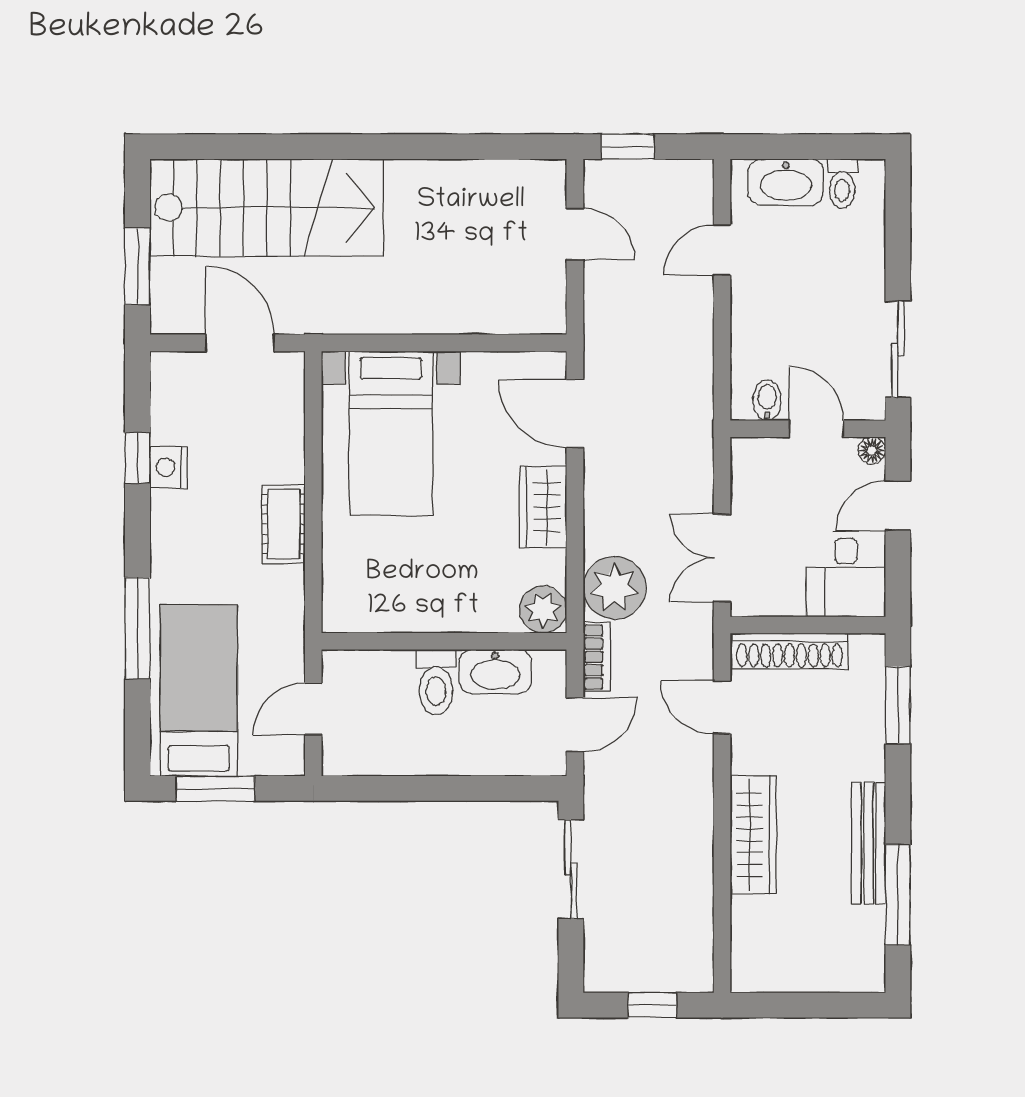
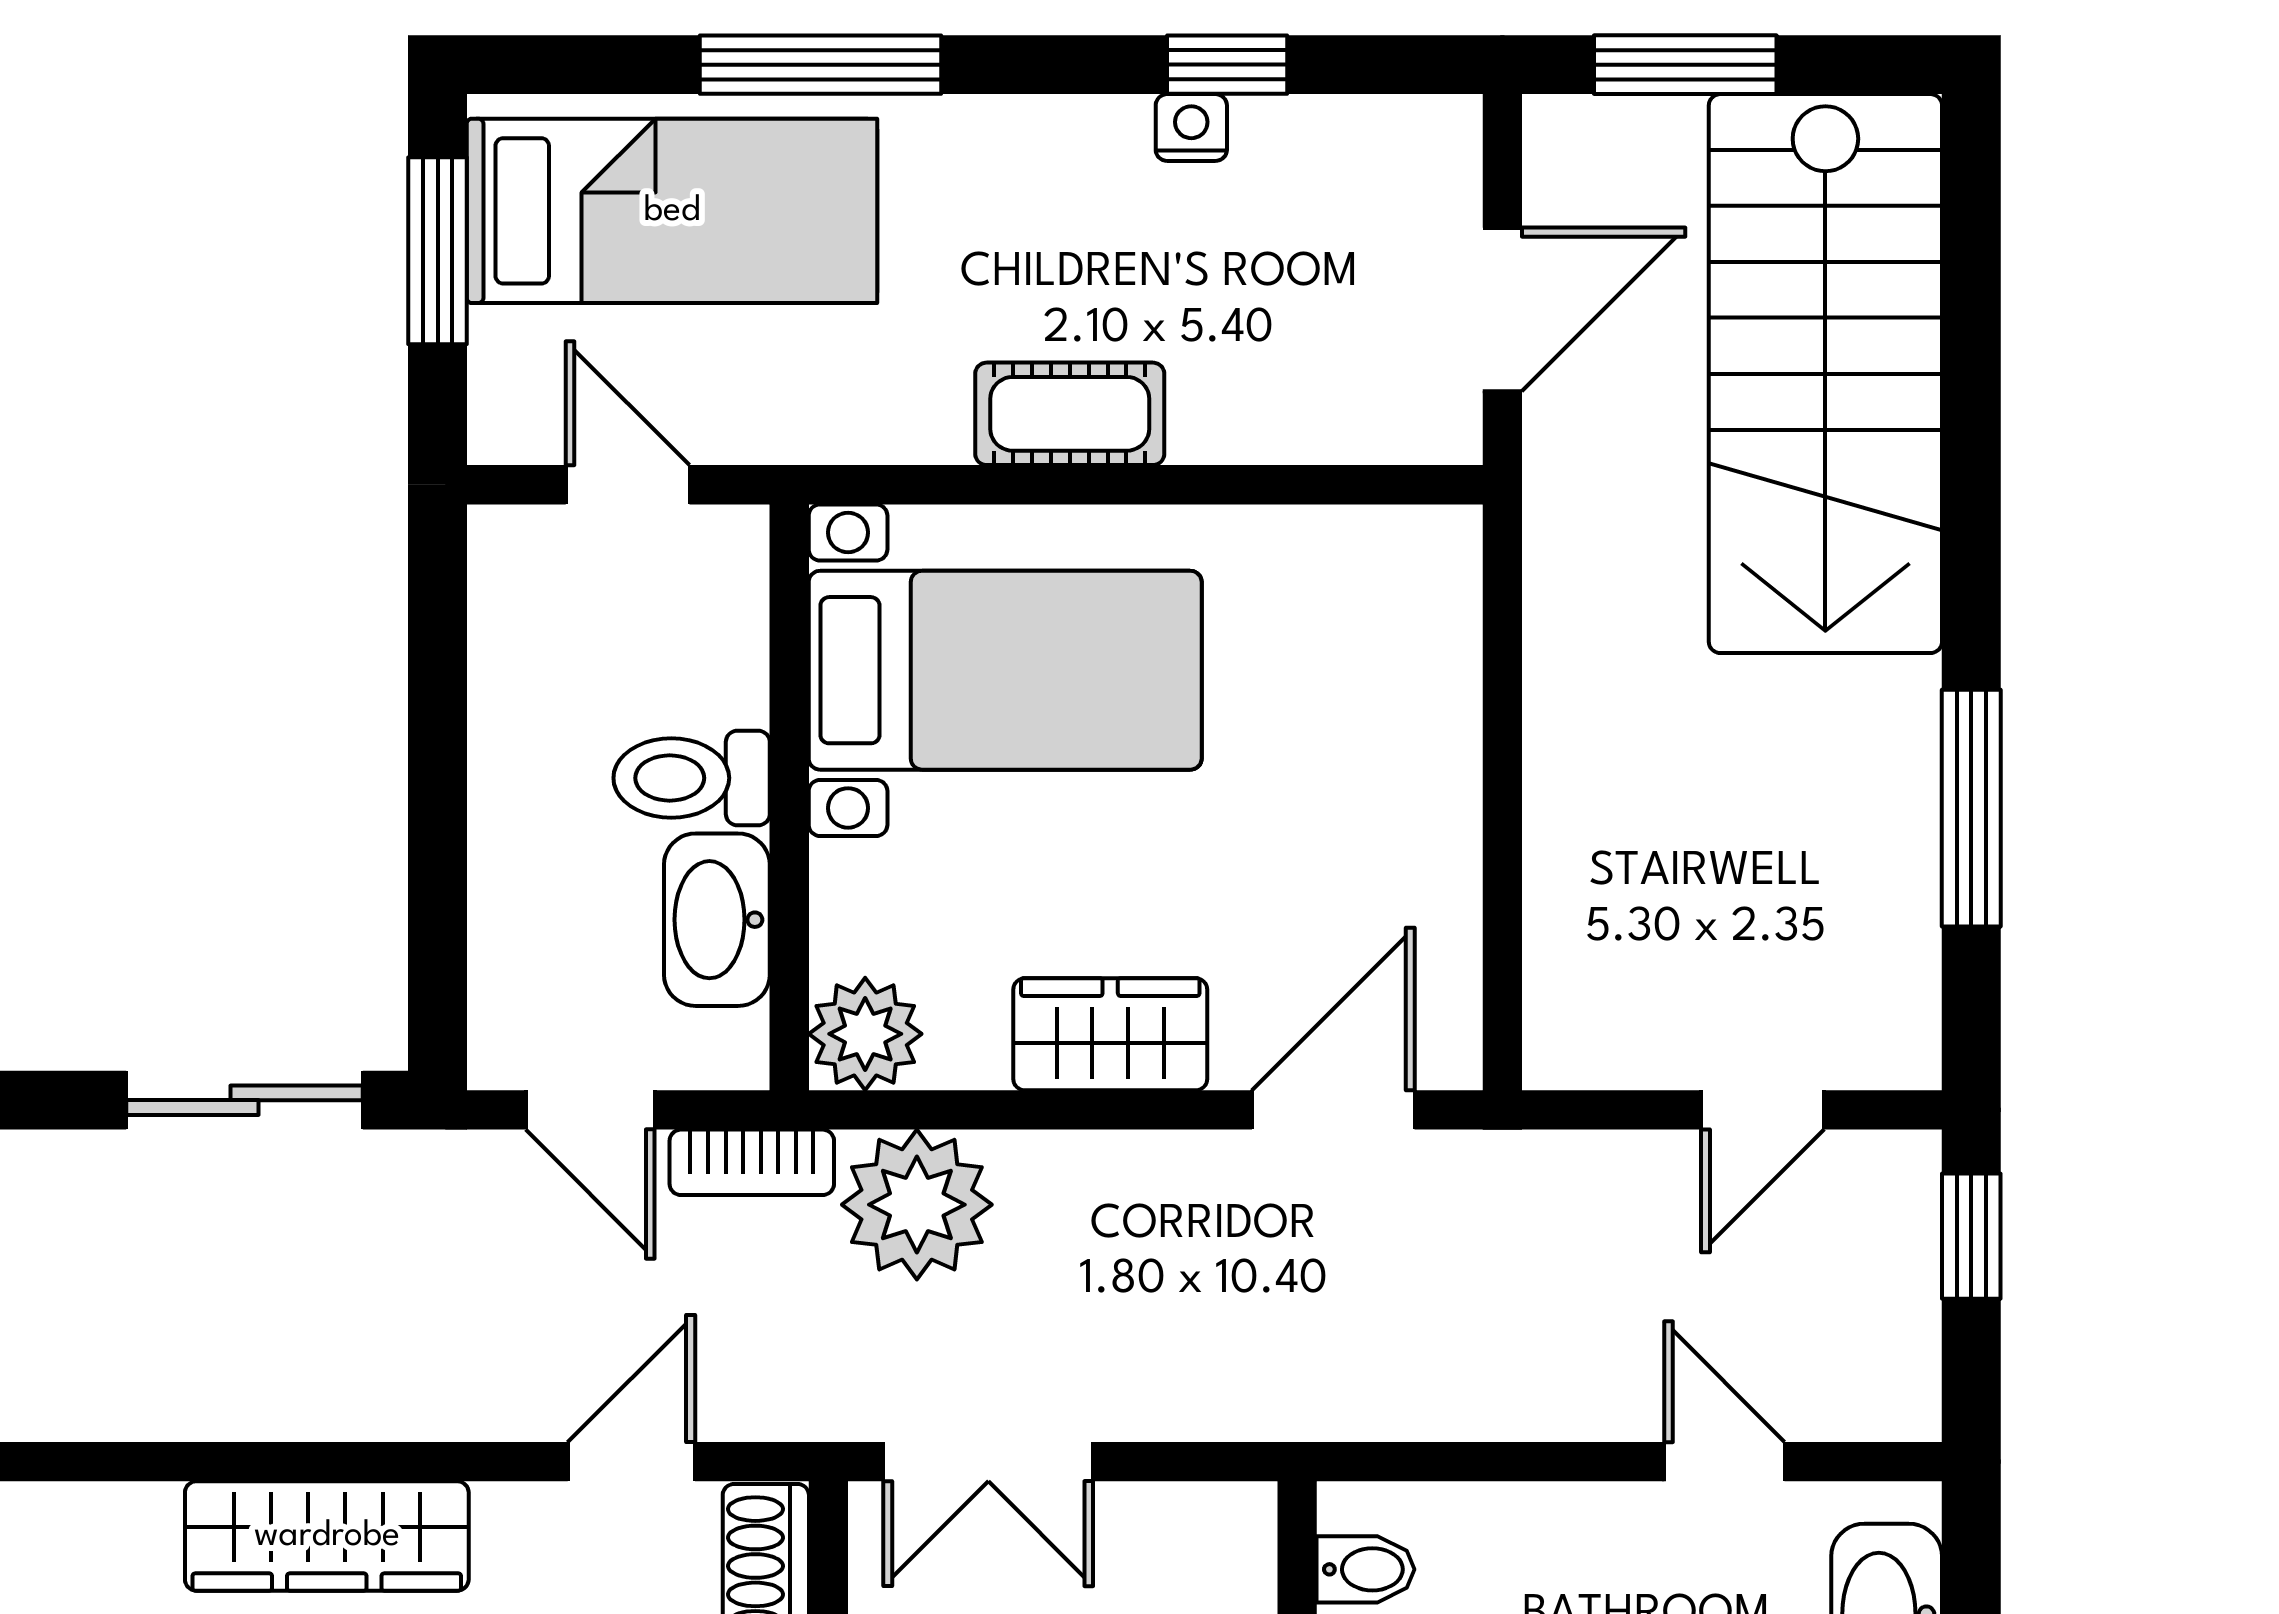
window: (449, 147) -> (1971, 808), added
bed with nightstands: (391, 433) -> (1005, 670), moved, turned 180
nightstand: (169, 467) -> (1191, 128), width x0.72, depth x0.74
double door: (722, 558) -> (988, 1462), swing flipped

